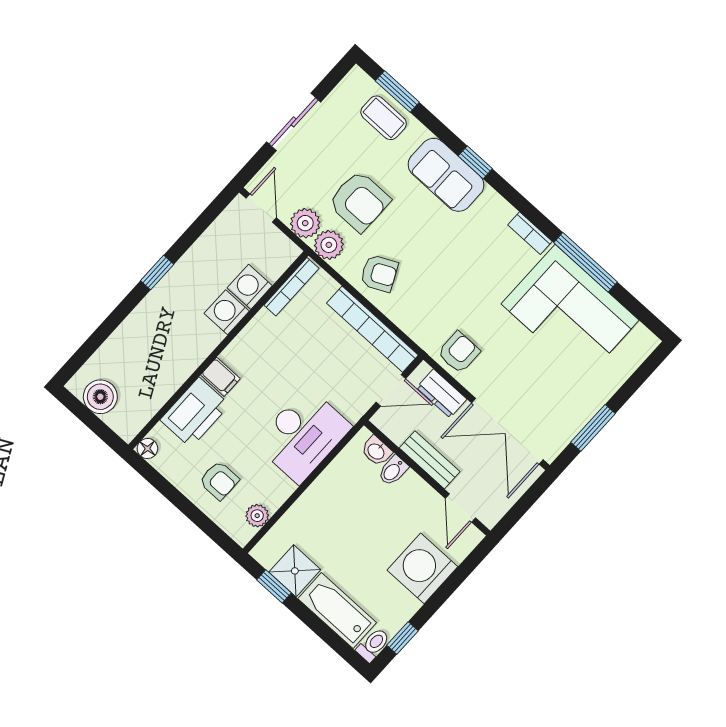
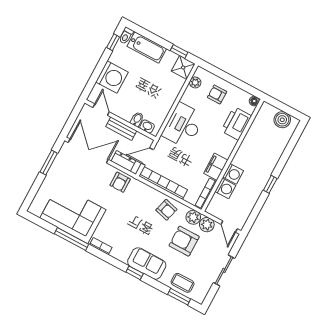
armchair: (379, 273) -> (166, 210), turned -139
filing cabinet: (220, 377) -> (216, 167), moved, width x2.00
shower: (295, 571) -> (183, 68), moved

